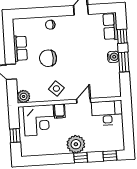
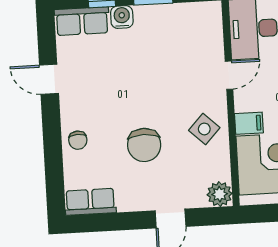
row of seats: (20, 48) -> (90, 202), moved
water cooler: (113, 57) -> (122, 17), moved
door: (84, 101) -> (229, 75), swing flipped

